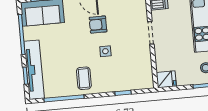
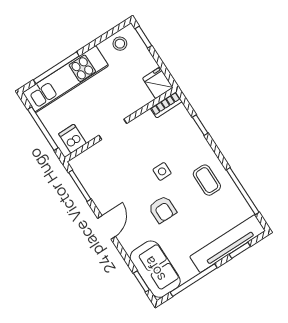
armchair: (98, 25) -> (163, 209), moved
bookcase: (148, 77) -> (166, 105), added
coffee table: (84, 78) -> (207, 180), turned 90

